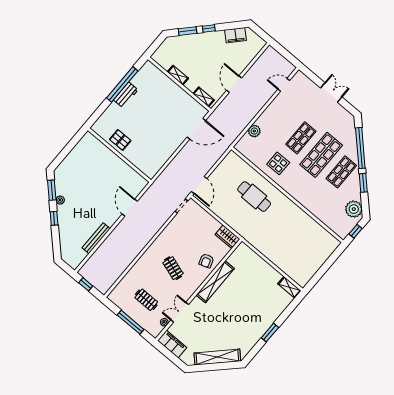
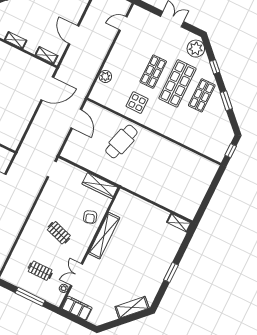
window: (360, 148) -> (215, 67), width x0.32
door: (199, 185) -> (76, 119), moved
cafe table: (254, 197) -> (121, 141), turned -74
plant: (354, 209) -> (196, 49), moved
wardrobe: (227, 237) -> (100, 186), width x1.50
shelving: (217, 357) -> (132, 307), width x0.68

